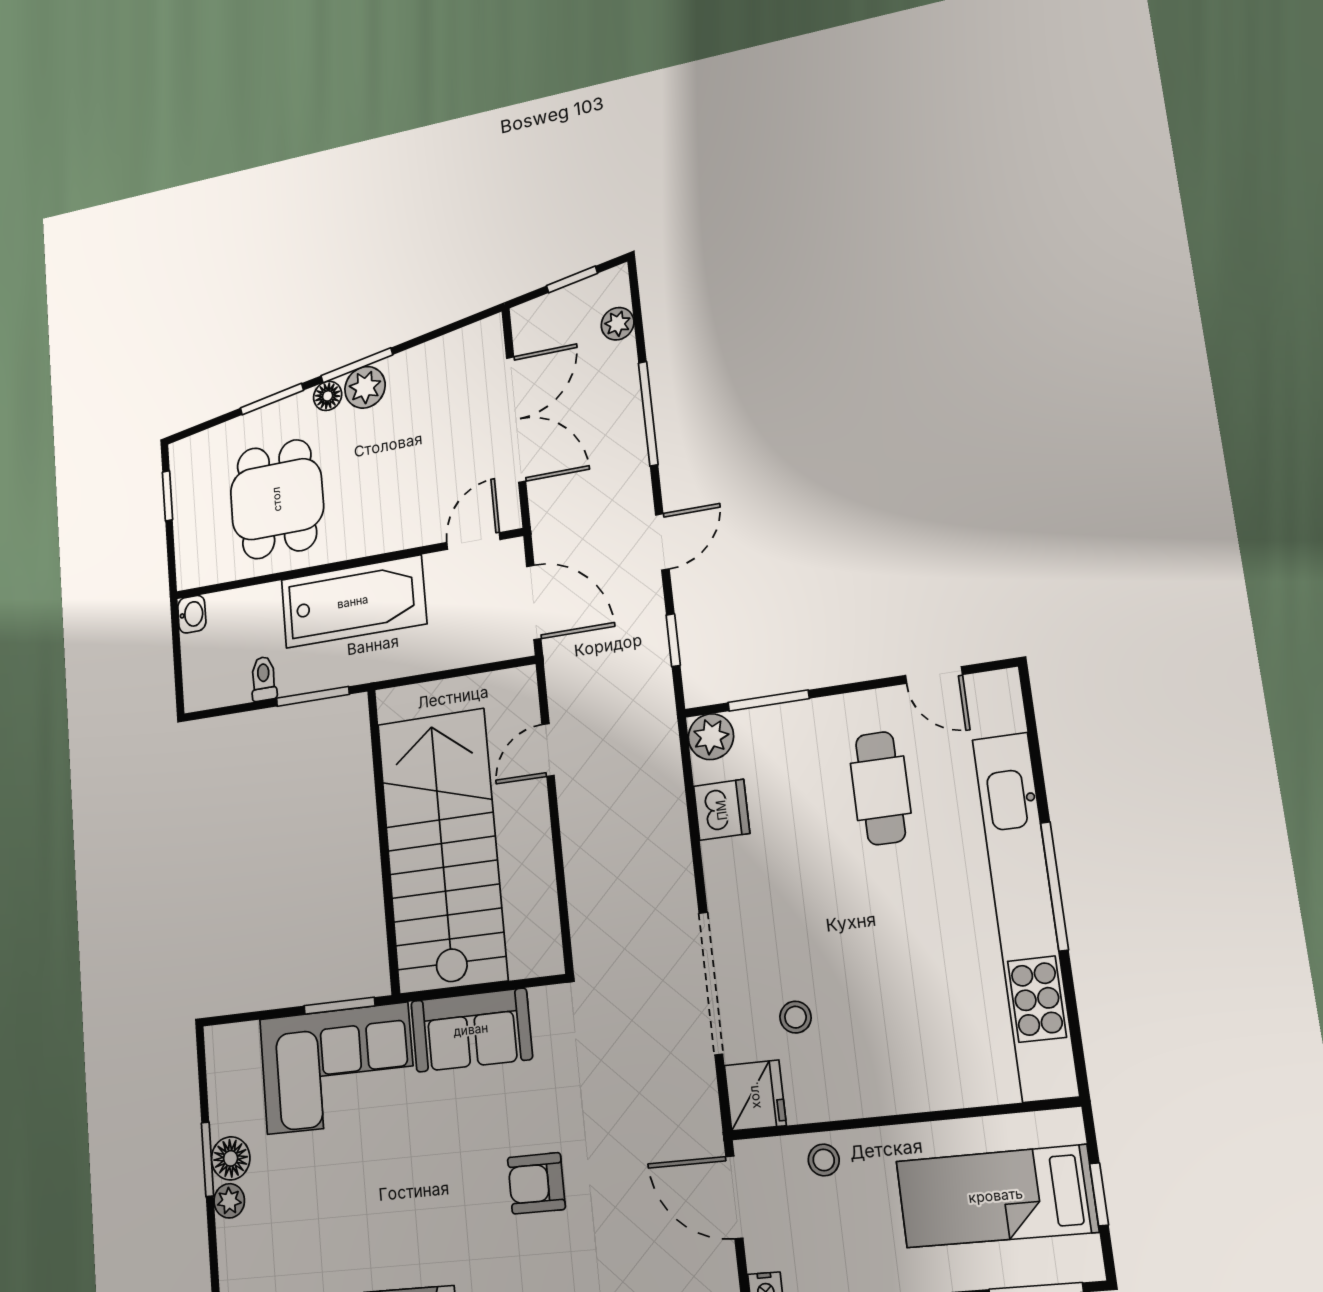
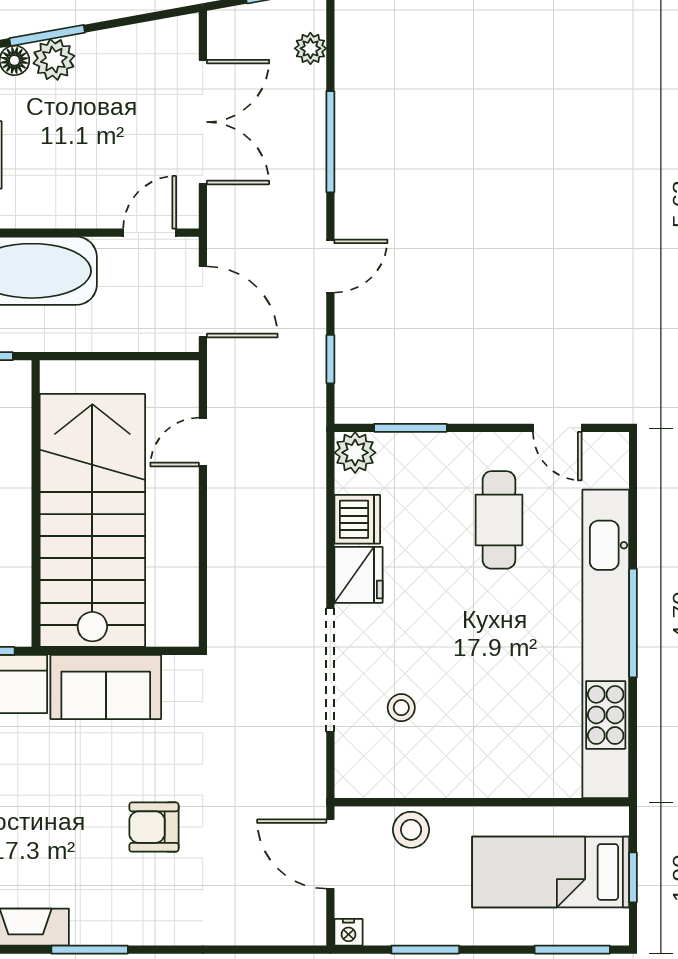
fridge: (755, 1095) -> (358, 575), moved
stool: (824, 1160) -> (411, 830), width x1.37, depth x1.37

